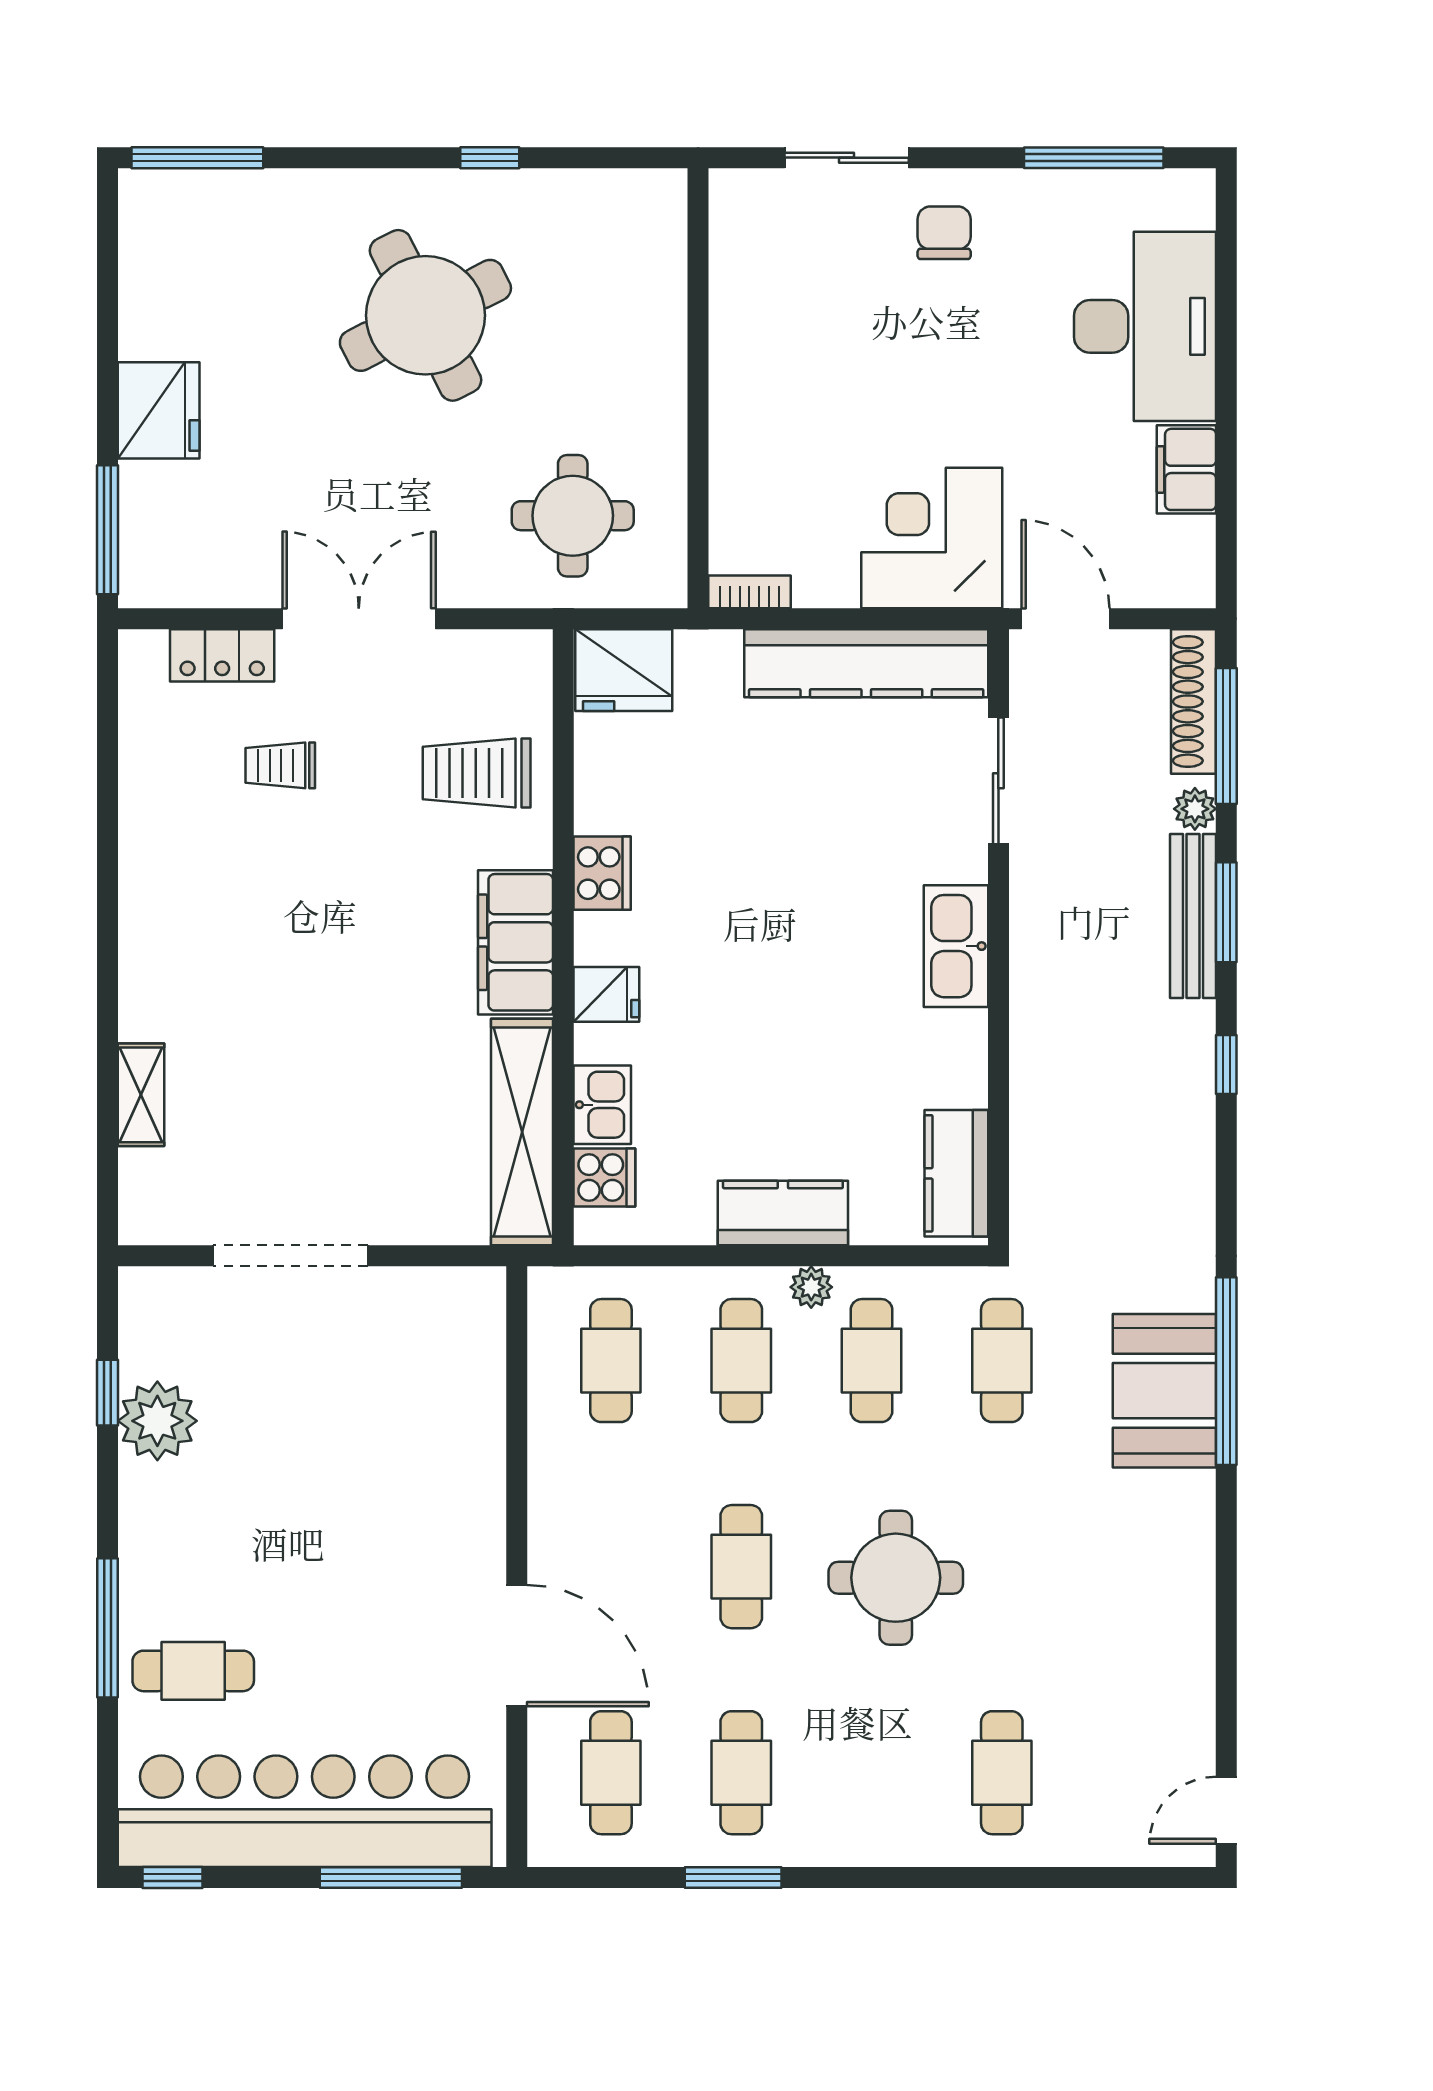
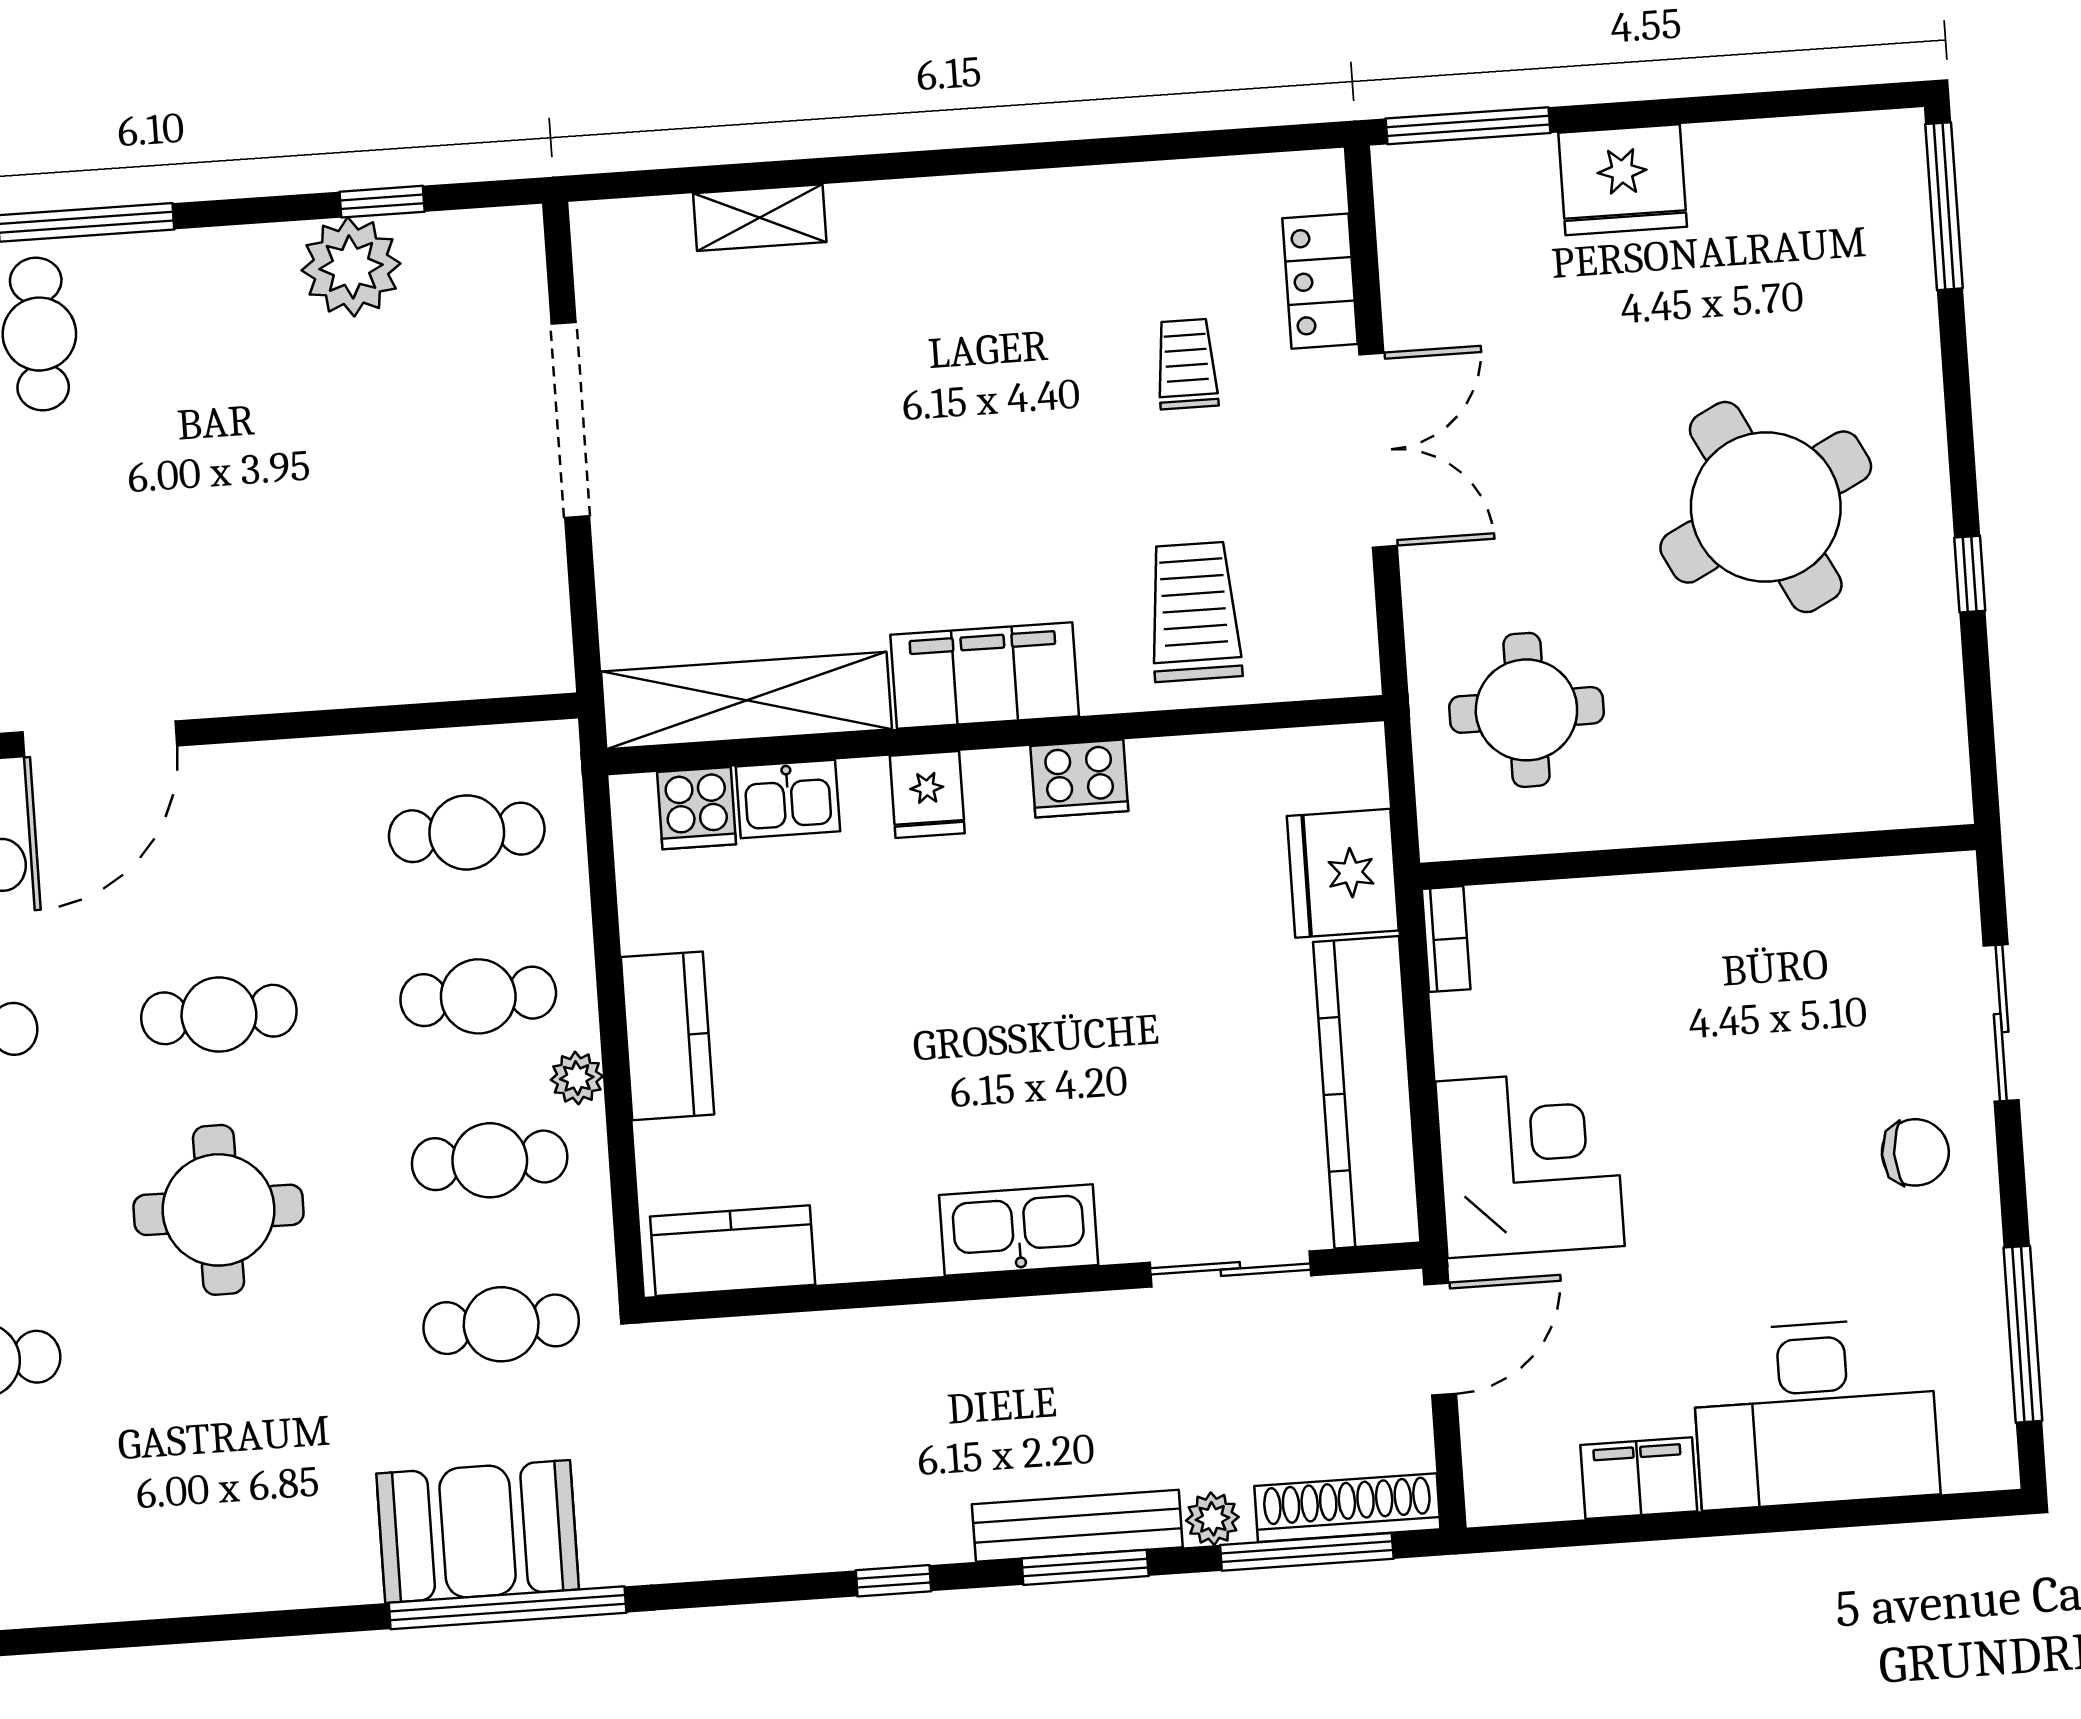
fridge: (624, 670) -> (1343, 873), moved

